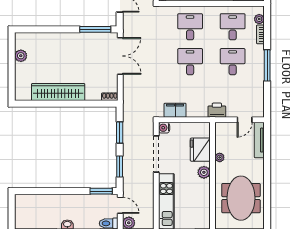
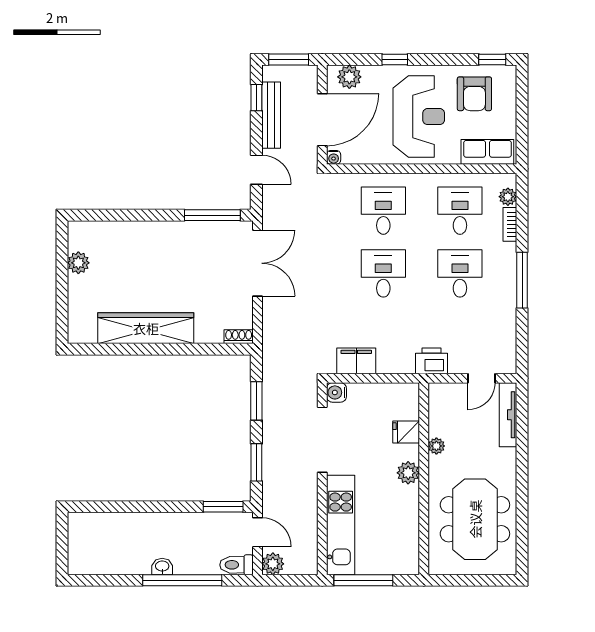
fridge: (200, 150) -> (406, 432), width x0.53, depth x0.75

